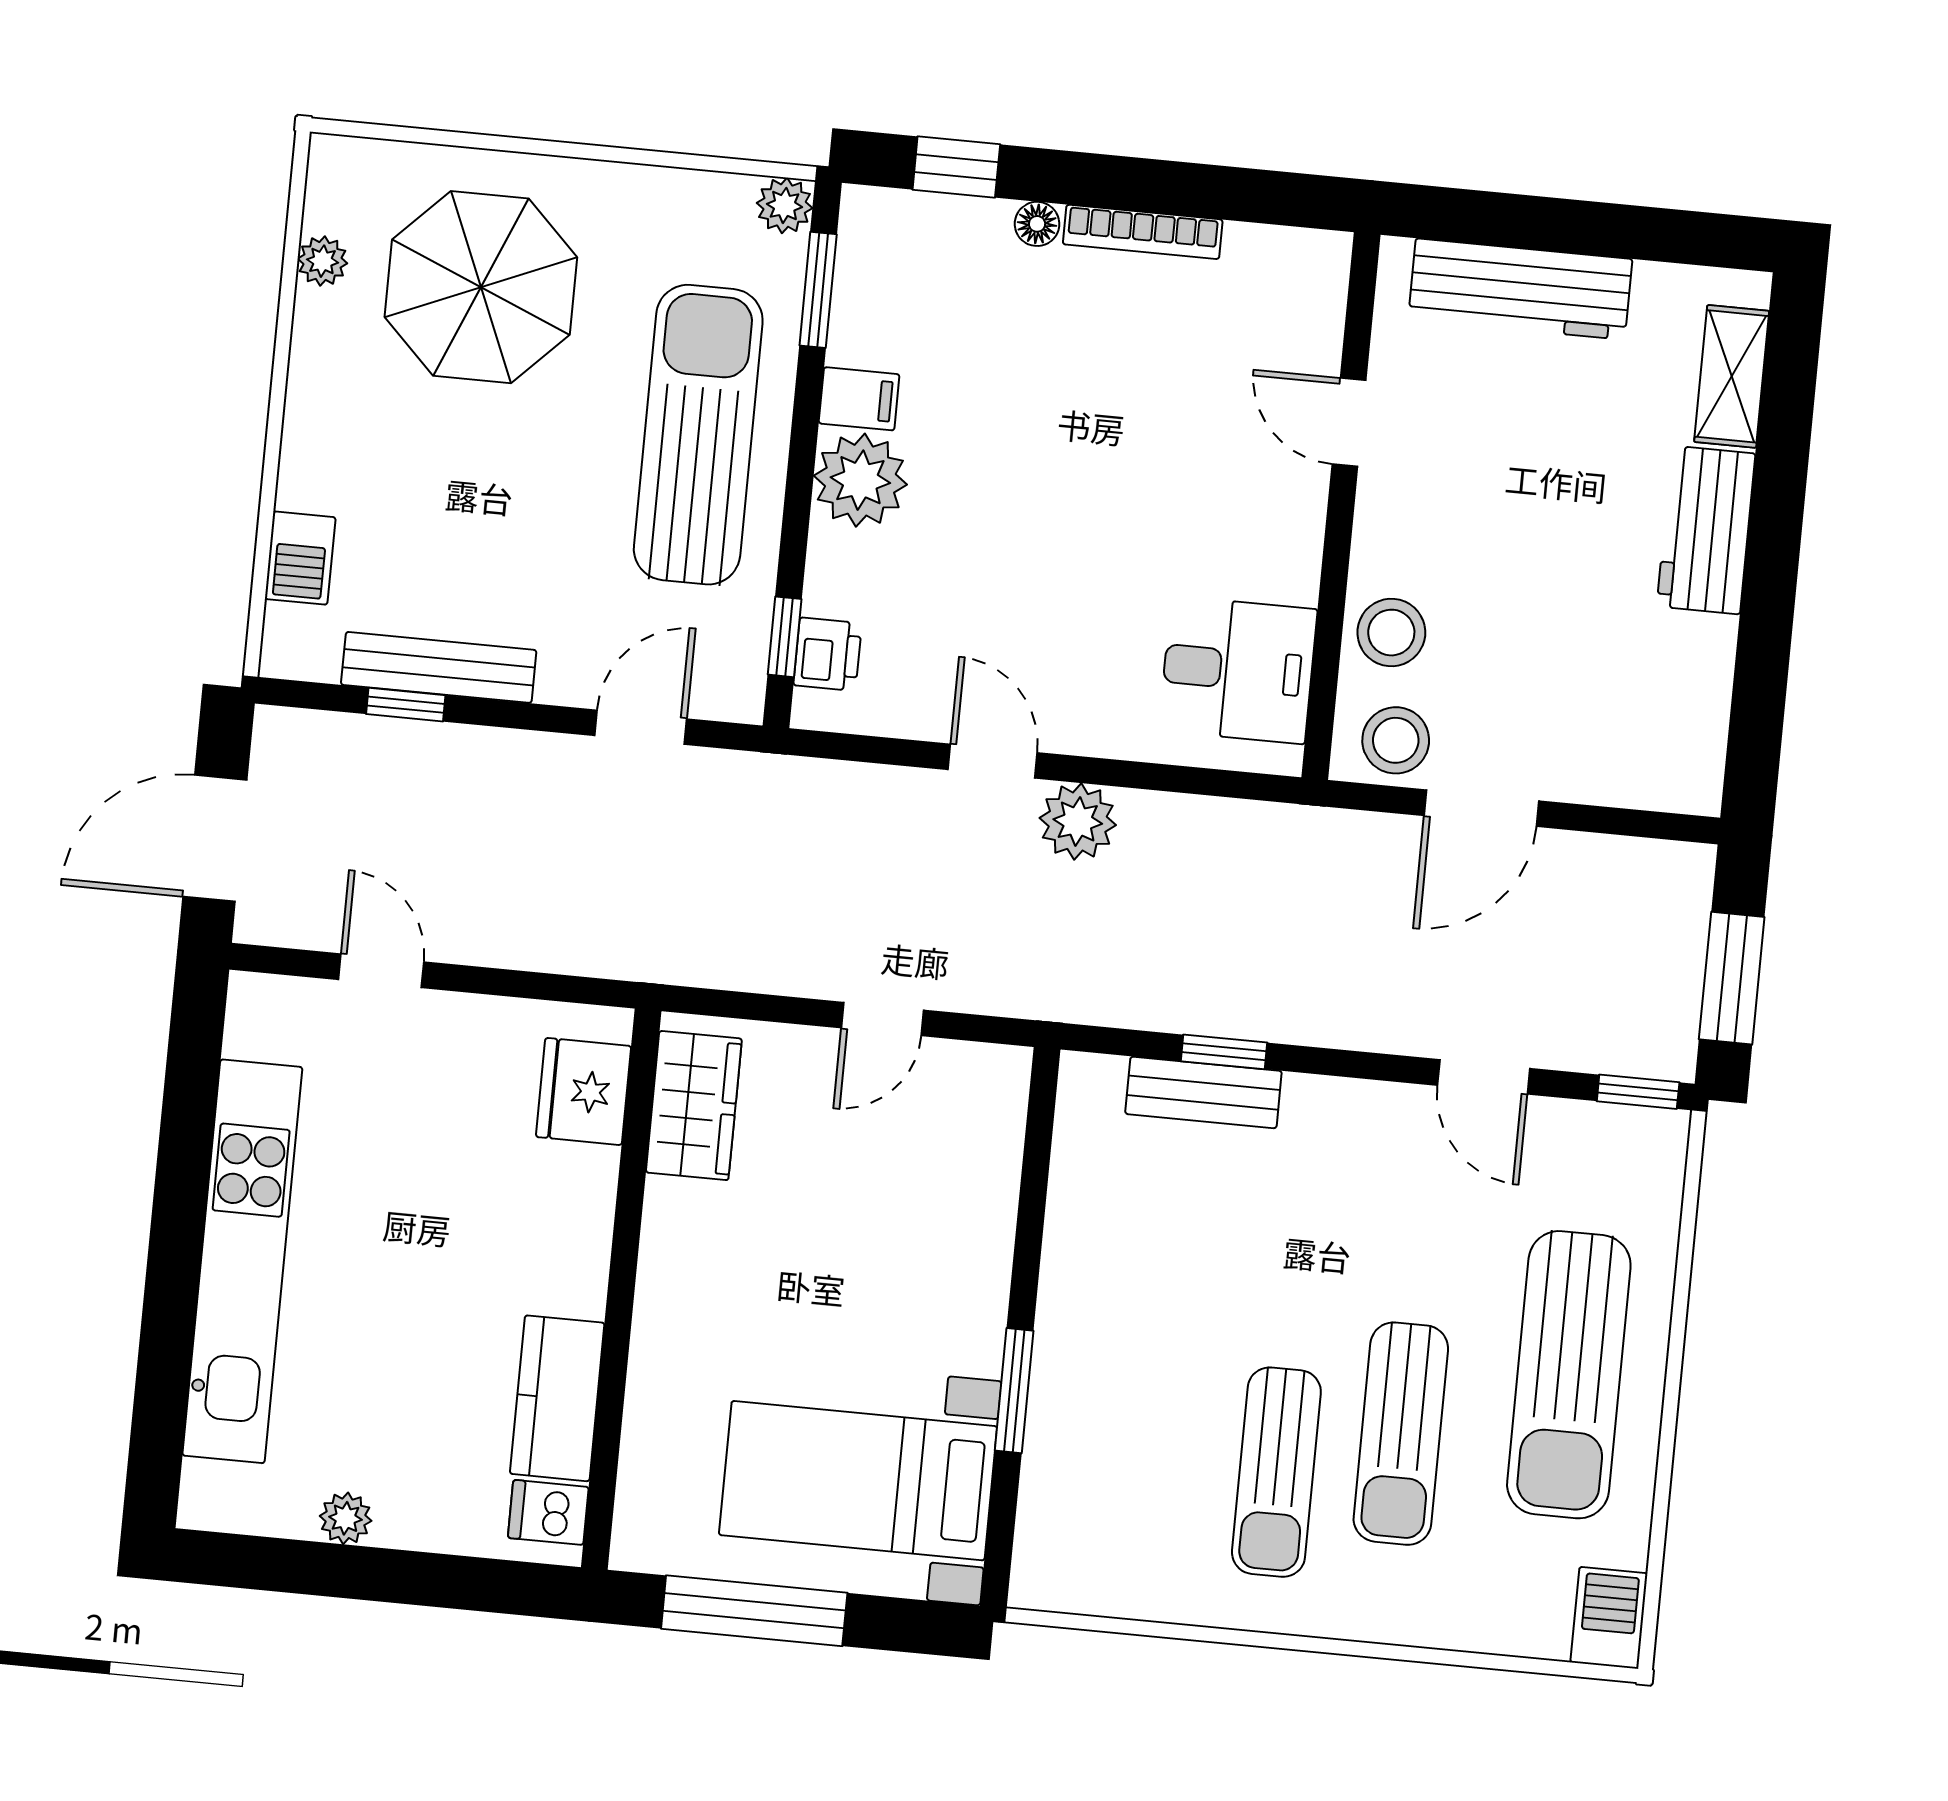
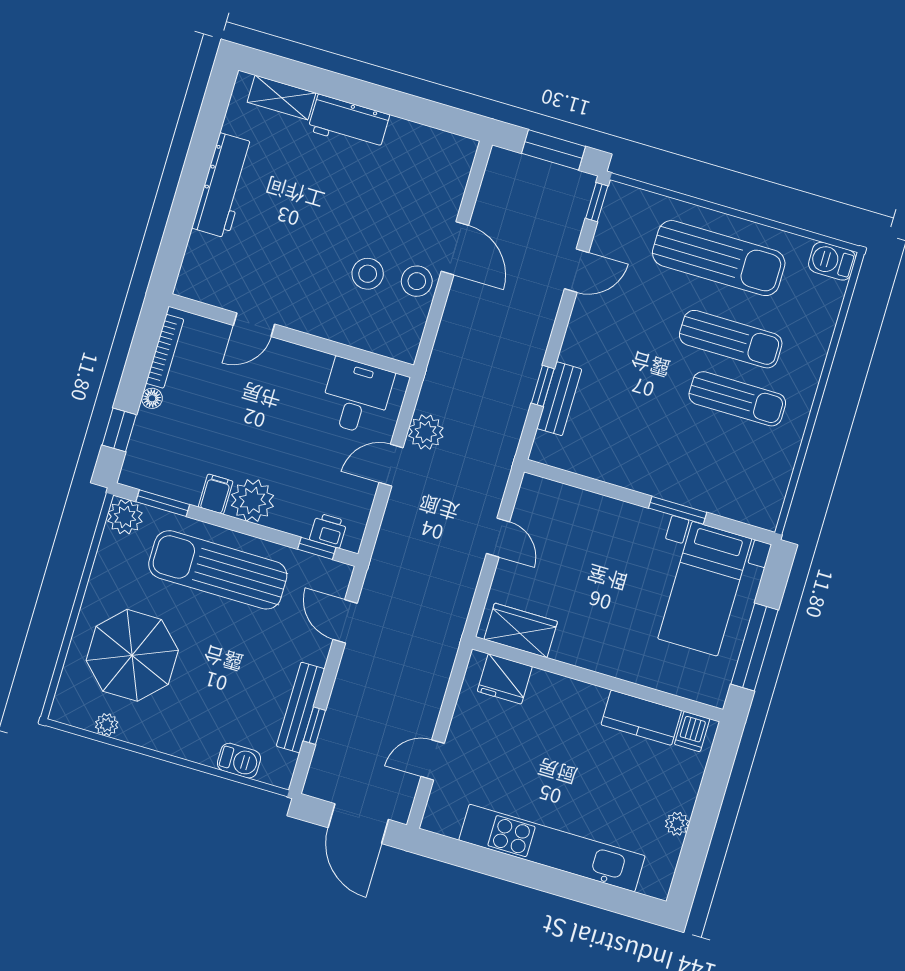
plant: (785, 206) -> (125, 517), width x1.38, depth x1.38
door: (1349, 422) -> (254, 325), moved
wall: (1341, 506) -> (291, 336), moved
desk: (1238, 670) -> (356, 396), moved

